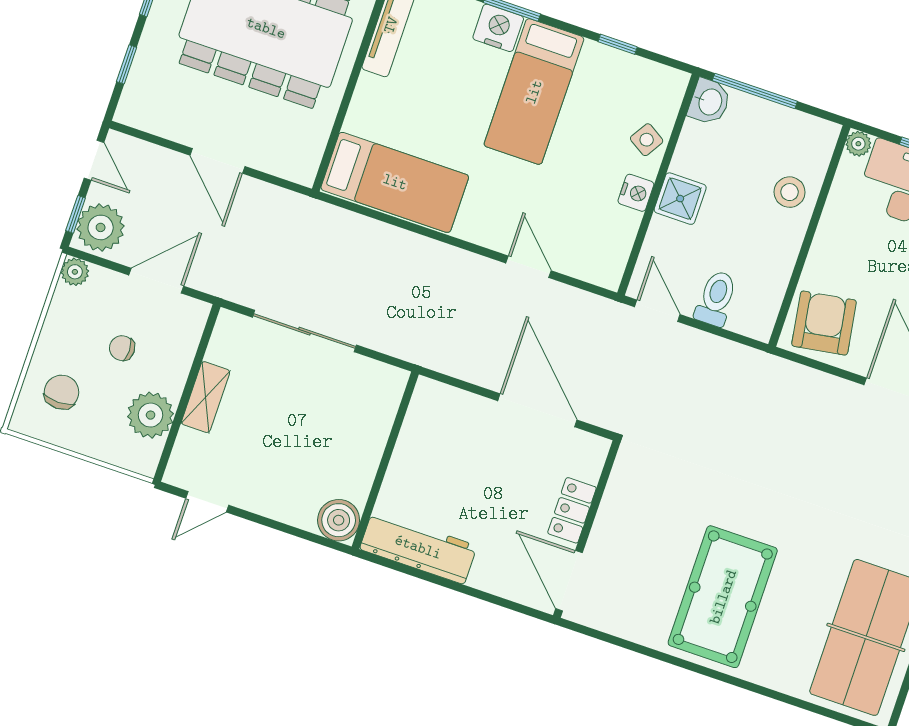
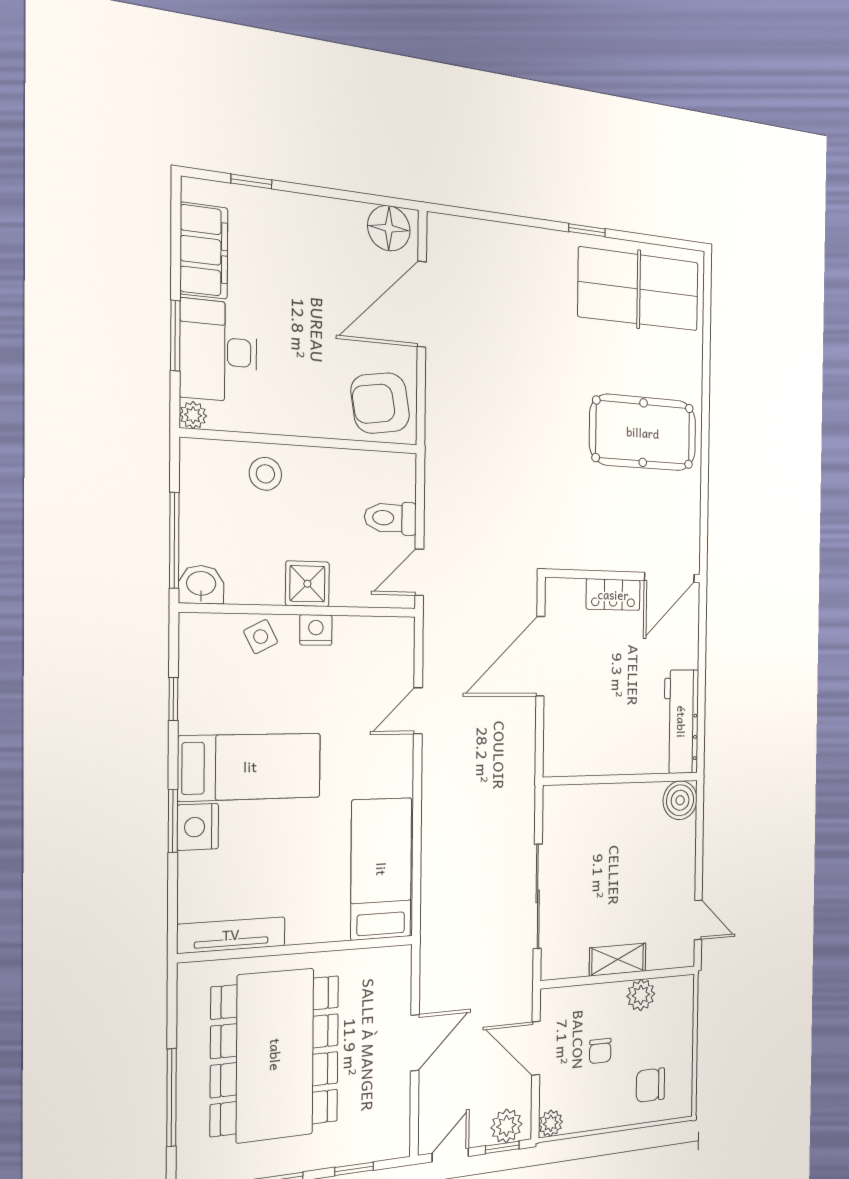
side table: (647, 140) -> (261, 637), turned 31
plant: (101, 227) -> (506, 1126), width x0.73, depth x0.73
plant: (151, 415) -> (641, 995), width x0.73, depth x0.73

